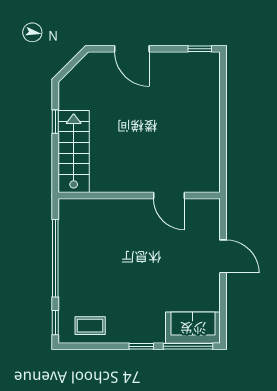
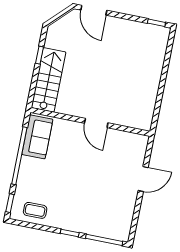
door: (132, 49) -> (94, 10), moved
door: (169, 196) -> (96, 123), moved
door: (223, 256) -> (143, 179), hinge flipped
sofa: (193, 328) -> (37, 137), moved, turned 90

